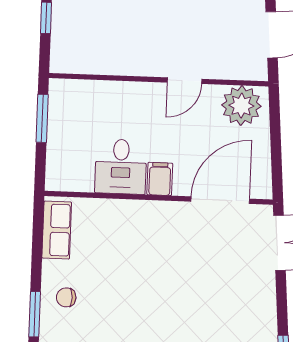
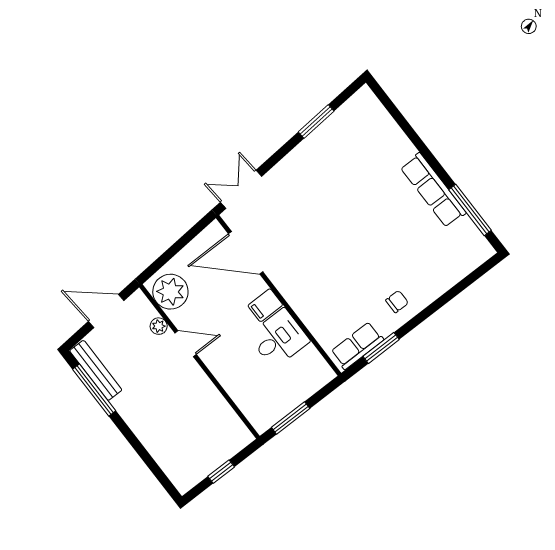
plant: (220, 70) -> (159, 326), added
chair: (66, 297) -> (397, 302), turned -90
window: (35, 314) -> (381, 348), moved

